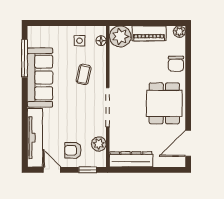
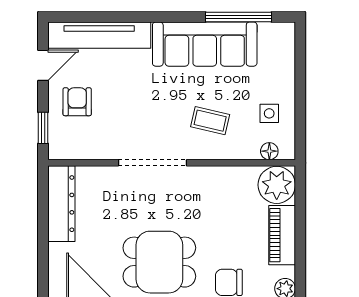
plant: (99, 144) -> (88, 147), removed

